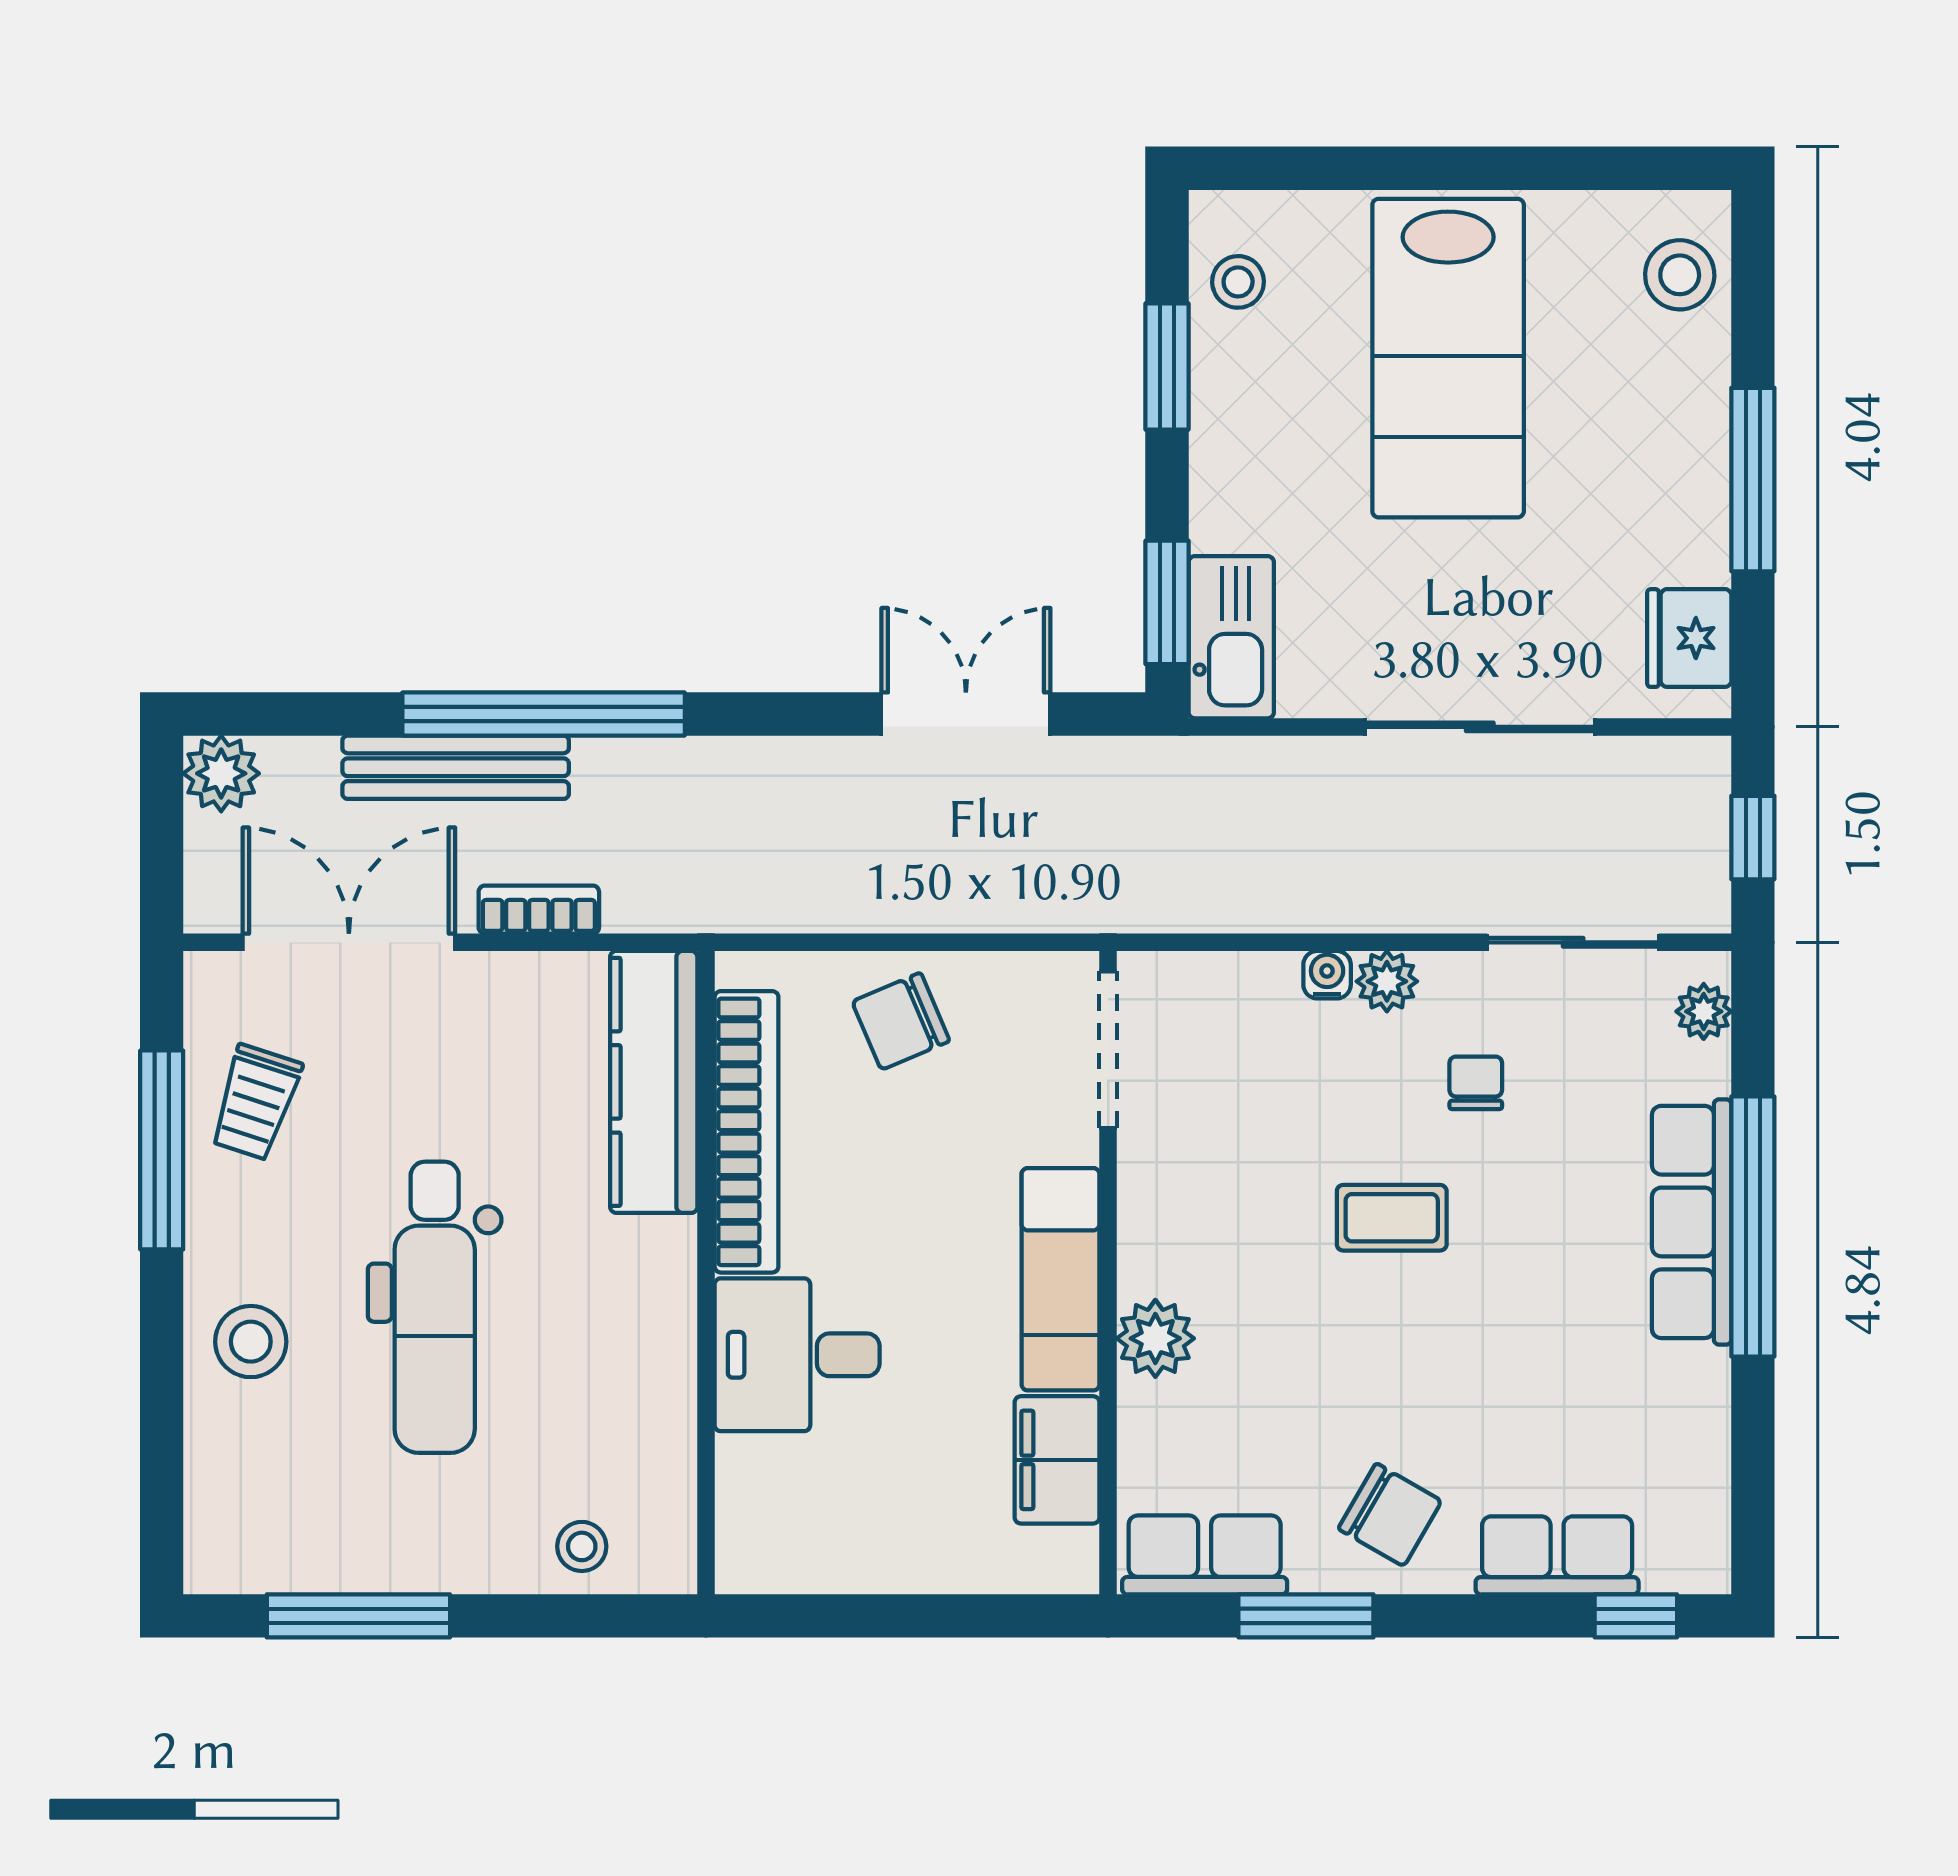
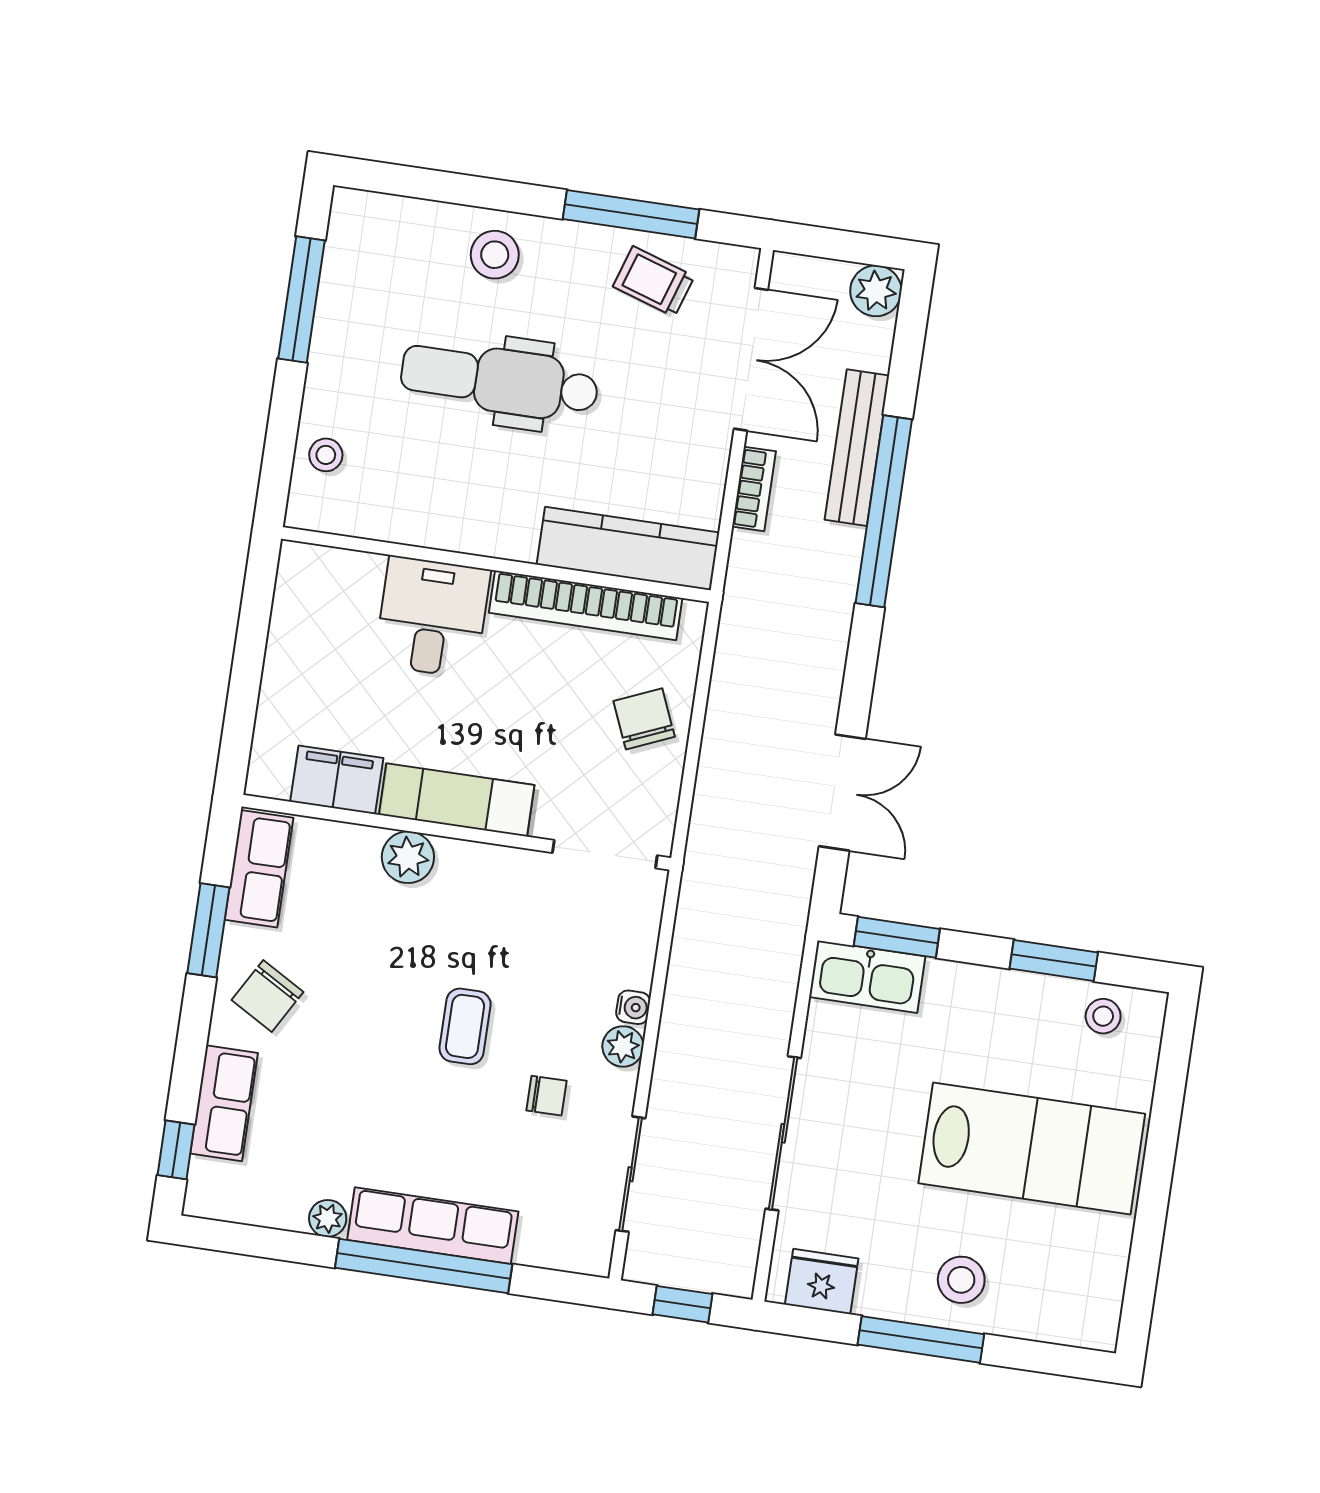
stool: (1680, 275) -> (961, 1280), moved
lab bench: (1448, 358) -> (1032, 1148), turned 180
plant: (1704, 1011) -> (328, 1218), moved

